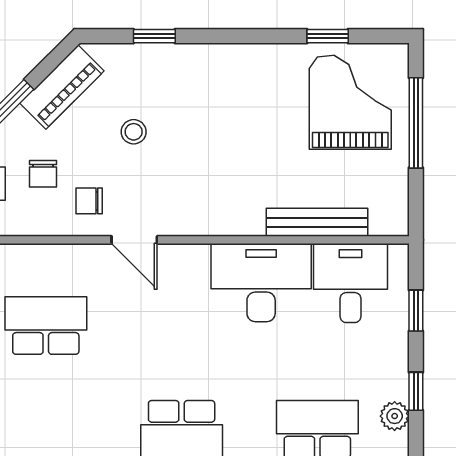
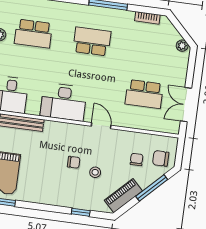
chair: (89, 201) -> (74, 162), moved
desk: (261, 283) -> (64, 102), moved

